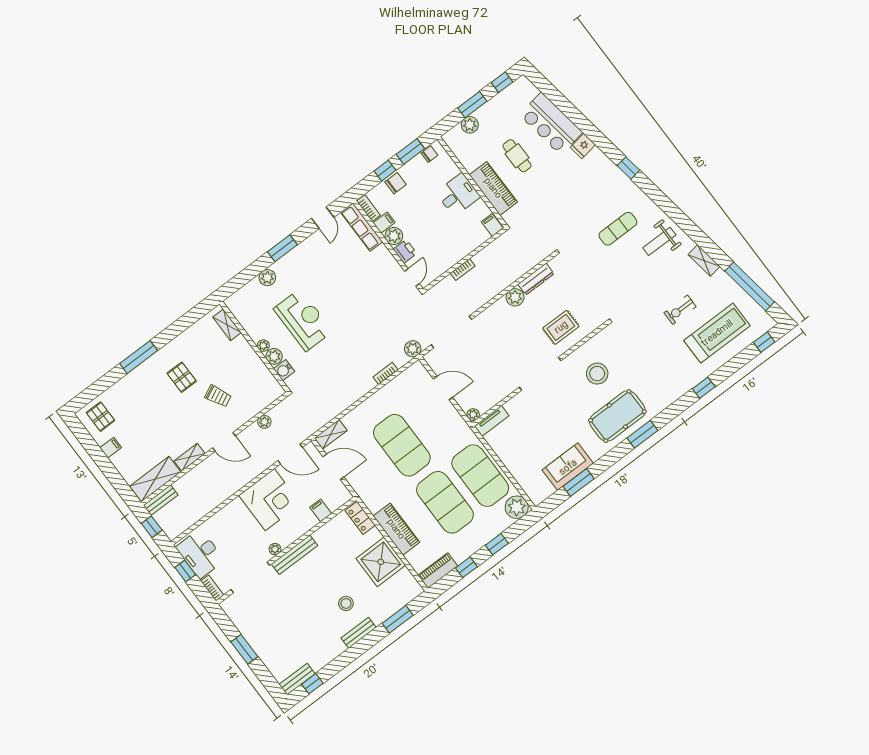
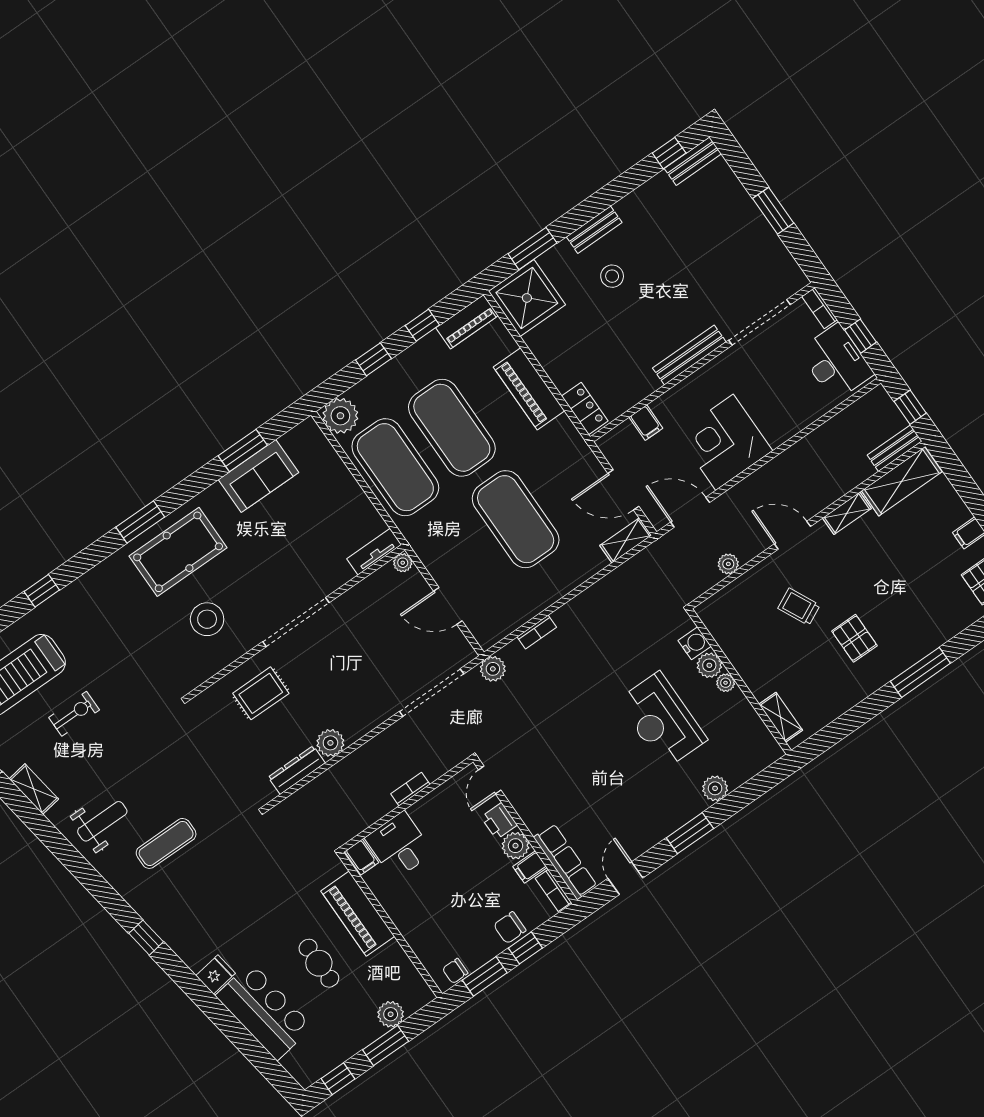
desk: (458, 195) -> (399, 845), moved, turned 90
plant: (275, 549) -> (719, 365), removed
shower: (381, 562) -> (527, 298), moved

